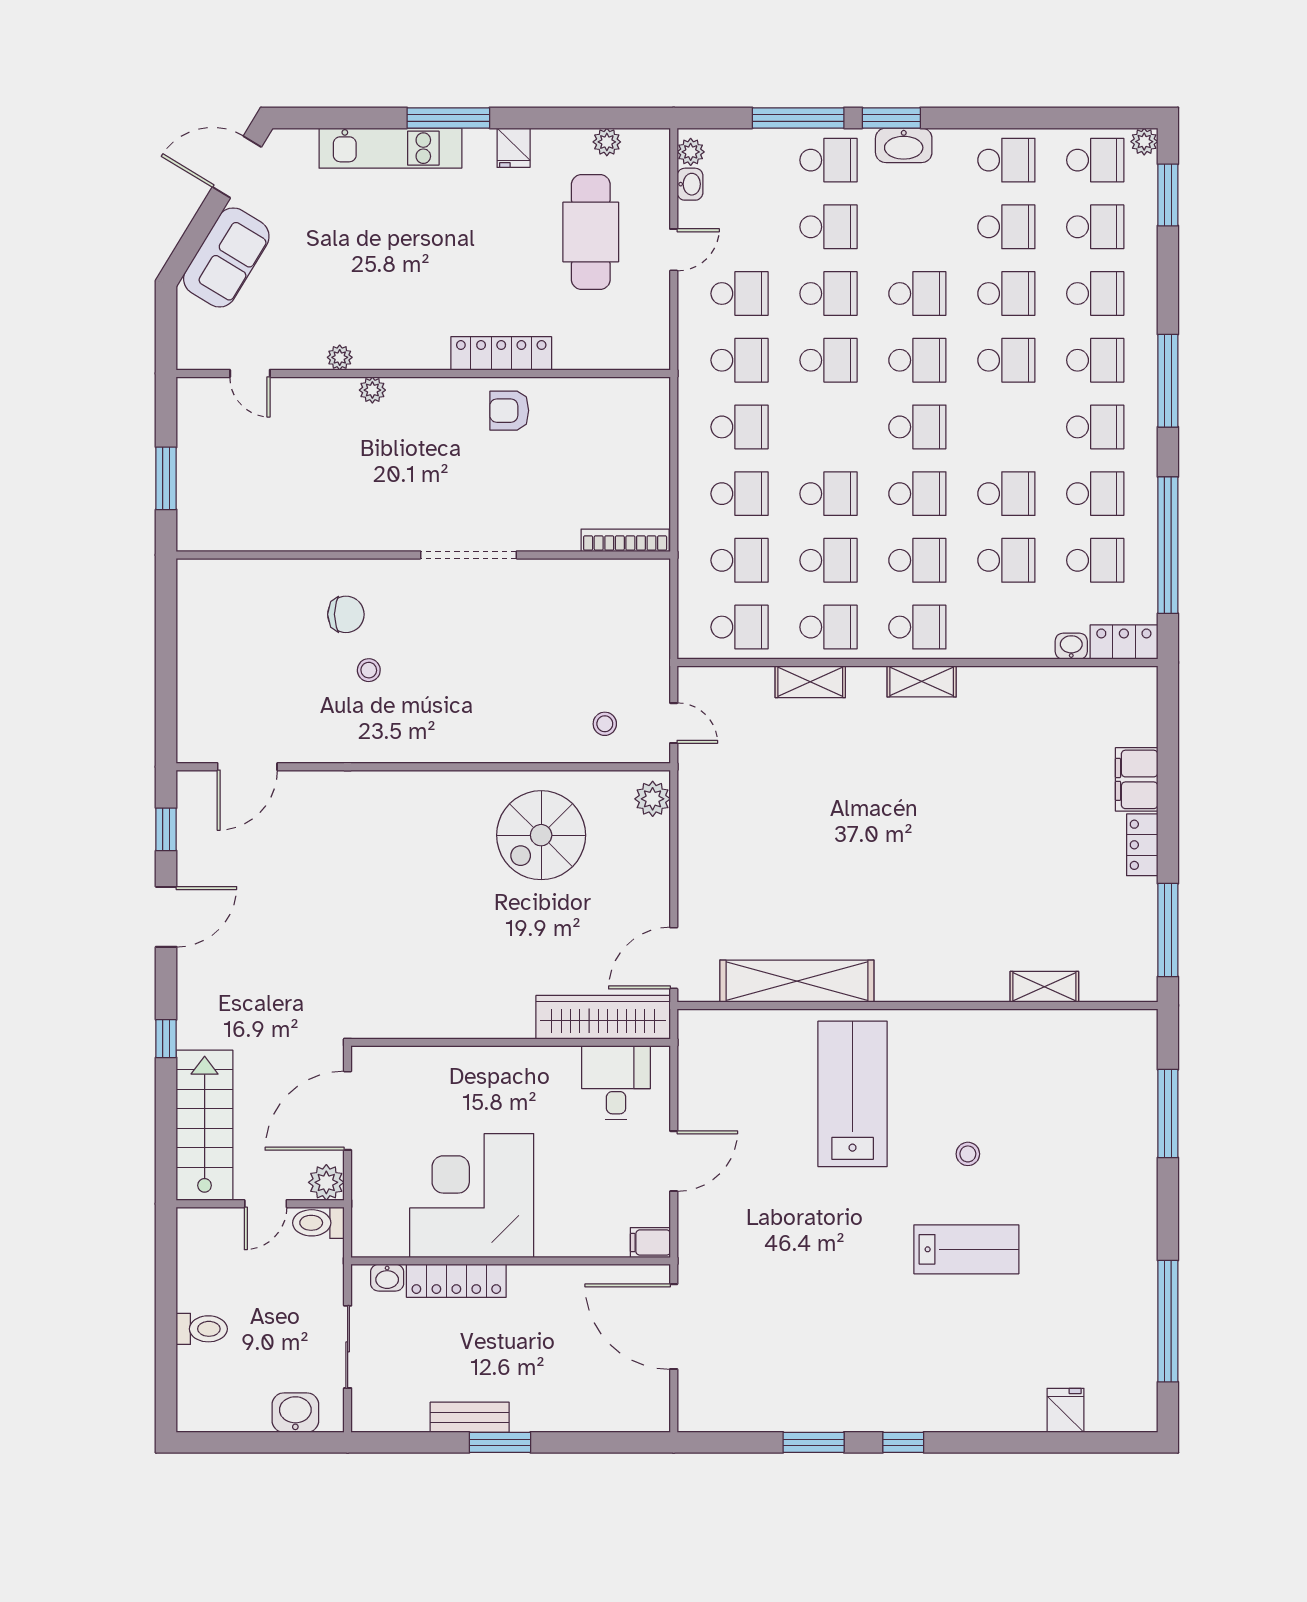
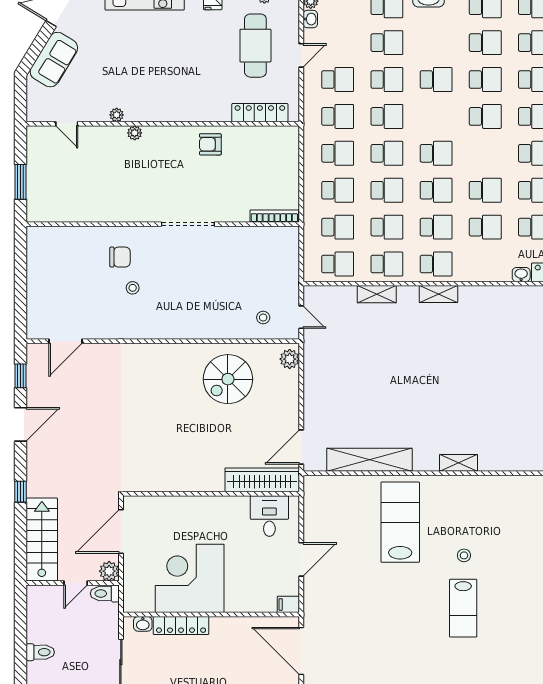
locker: (501, 353) -> (260, 113), moved
school desk: (917, 360) -> (387, 153), moved
shelving: (1044, 987) -> (459, 463), moved
lab bench: (966, 1249) -> (463, 608), turned 90

